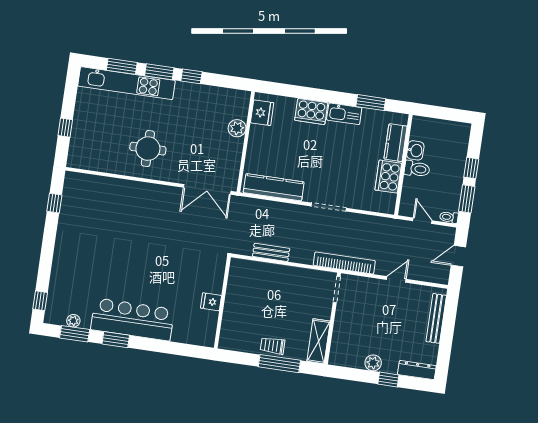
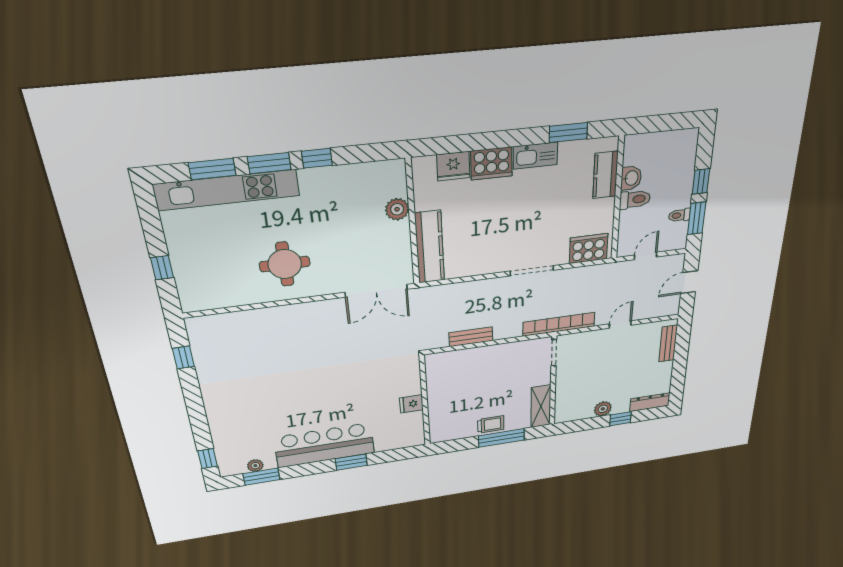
fridge: (262, 113) -> (453, 166), moved, turned 90
cooker: (388, 177) -> (589, 249), moved, turned 90
kitchen counter: (274, 187) -> (430, 247), moved, turned 90
toilet: (449, 217) -> (679, 215), moved
door: (422, 221) -> (646, 256), hinge flipped
bench: (436, 318) -> (668, 344), width x0.73
window: (116, 340) -> (351, 462), moved
trolley: (273, 346) -> (491, 424), turned 180

